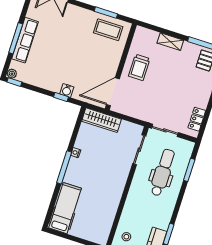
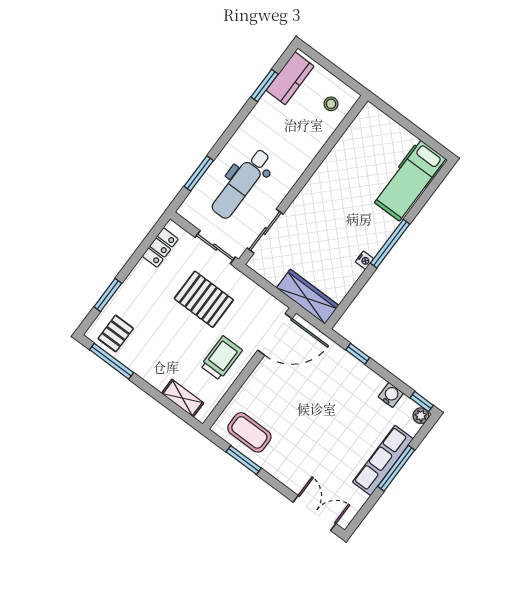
shelving: (170, 42) -> (183, 398), moved
water cooler: (67, 90) -> (391, 395), moved
pallet: (161, 98) -> (204, 299), added

